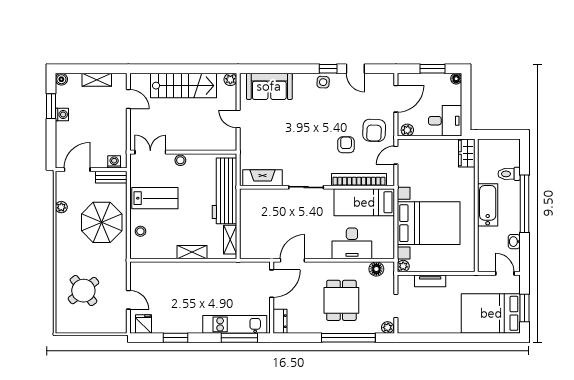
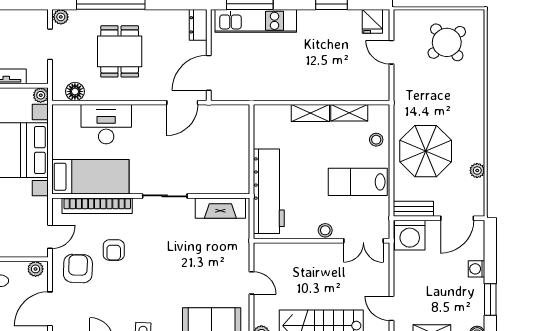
washing machine: (62, 115) -> (476, 269), moved
washing machine: (114, 162) -> (410, 235), width x1.89, depth x1.89
shelving: (230, 240) -> (349, 113), moved, turned 90
round table: (83, 291) -> (447, 42), moved

